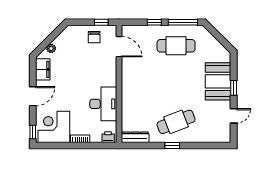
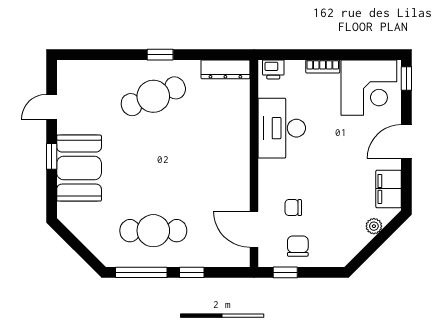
chair: (97, 59) -> (293, 208), added

